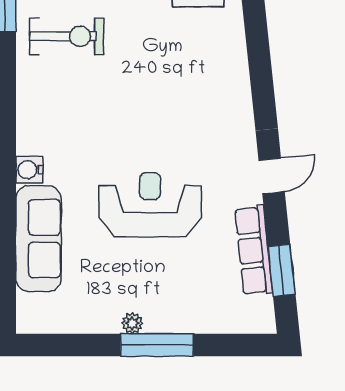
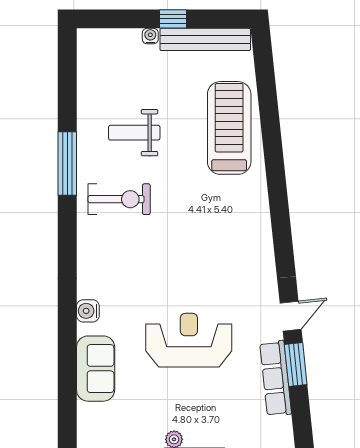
sofa: (39, 239) -> (96, 369), width x0.73
window: (282, 270) -> (296, 364), moved

